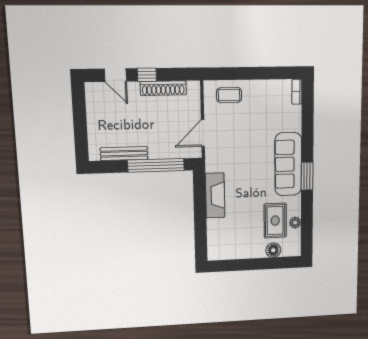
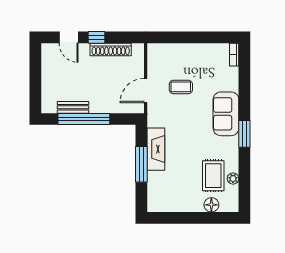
coffee table: (229, 95) -> (181, 87), moved
bench: (124, 154) -> (73, 107), width x0.73
sofa: (288, 164) -> (226, 114), width x0.73
window: (156, 165) -> (84, 119), moved
window: (200, 212) -> (141, 164), added

